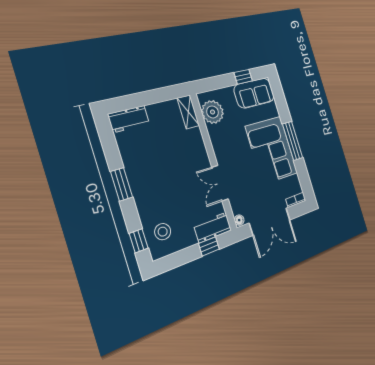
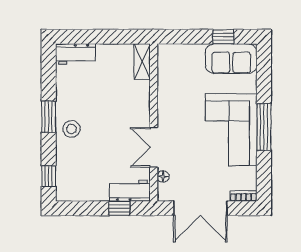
plant: (213, 112) -> (171, 68), removed
floor lamp: (239, 220) -> (163, 177), moved
stool: (163, 232) -> (71, 129), moved

